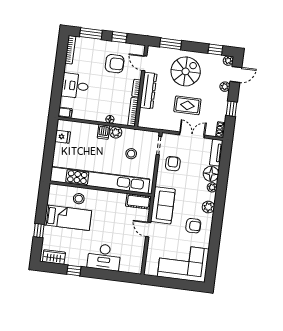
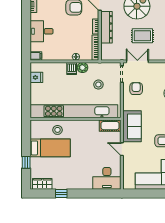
double door: (192, 135) -> (137, 61), moved
desk: (104, 257) -> (107, 178), moved

